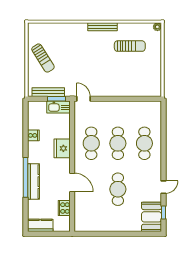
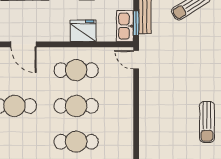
door: (84, 99) -> (136, 60), swing flipped
fridge: (62, 148) -> (83, 31), moved
door: (72, 182) -> (24, 44), hinge flipped

